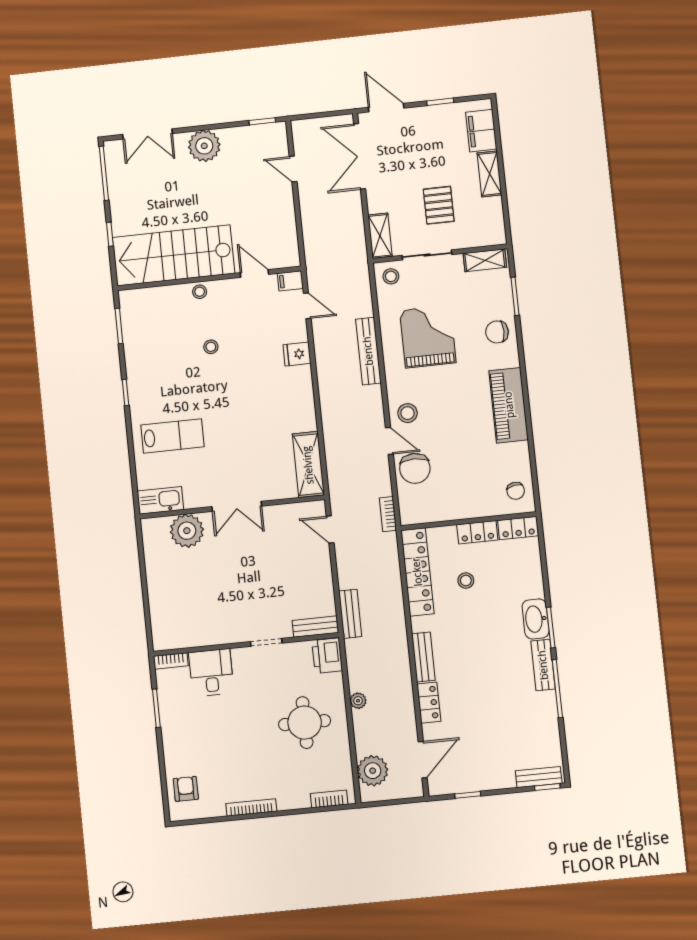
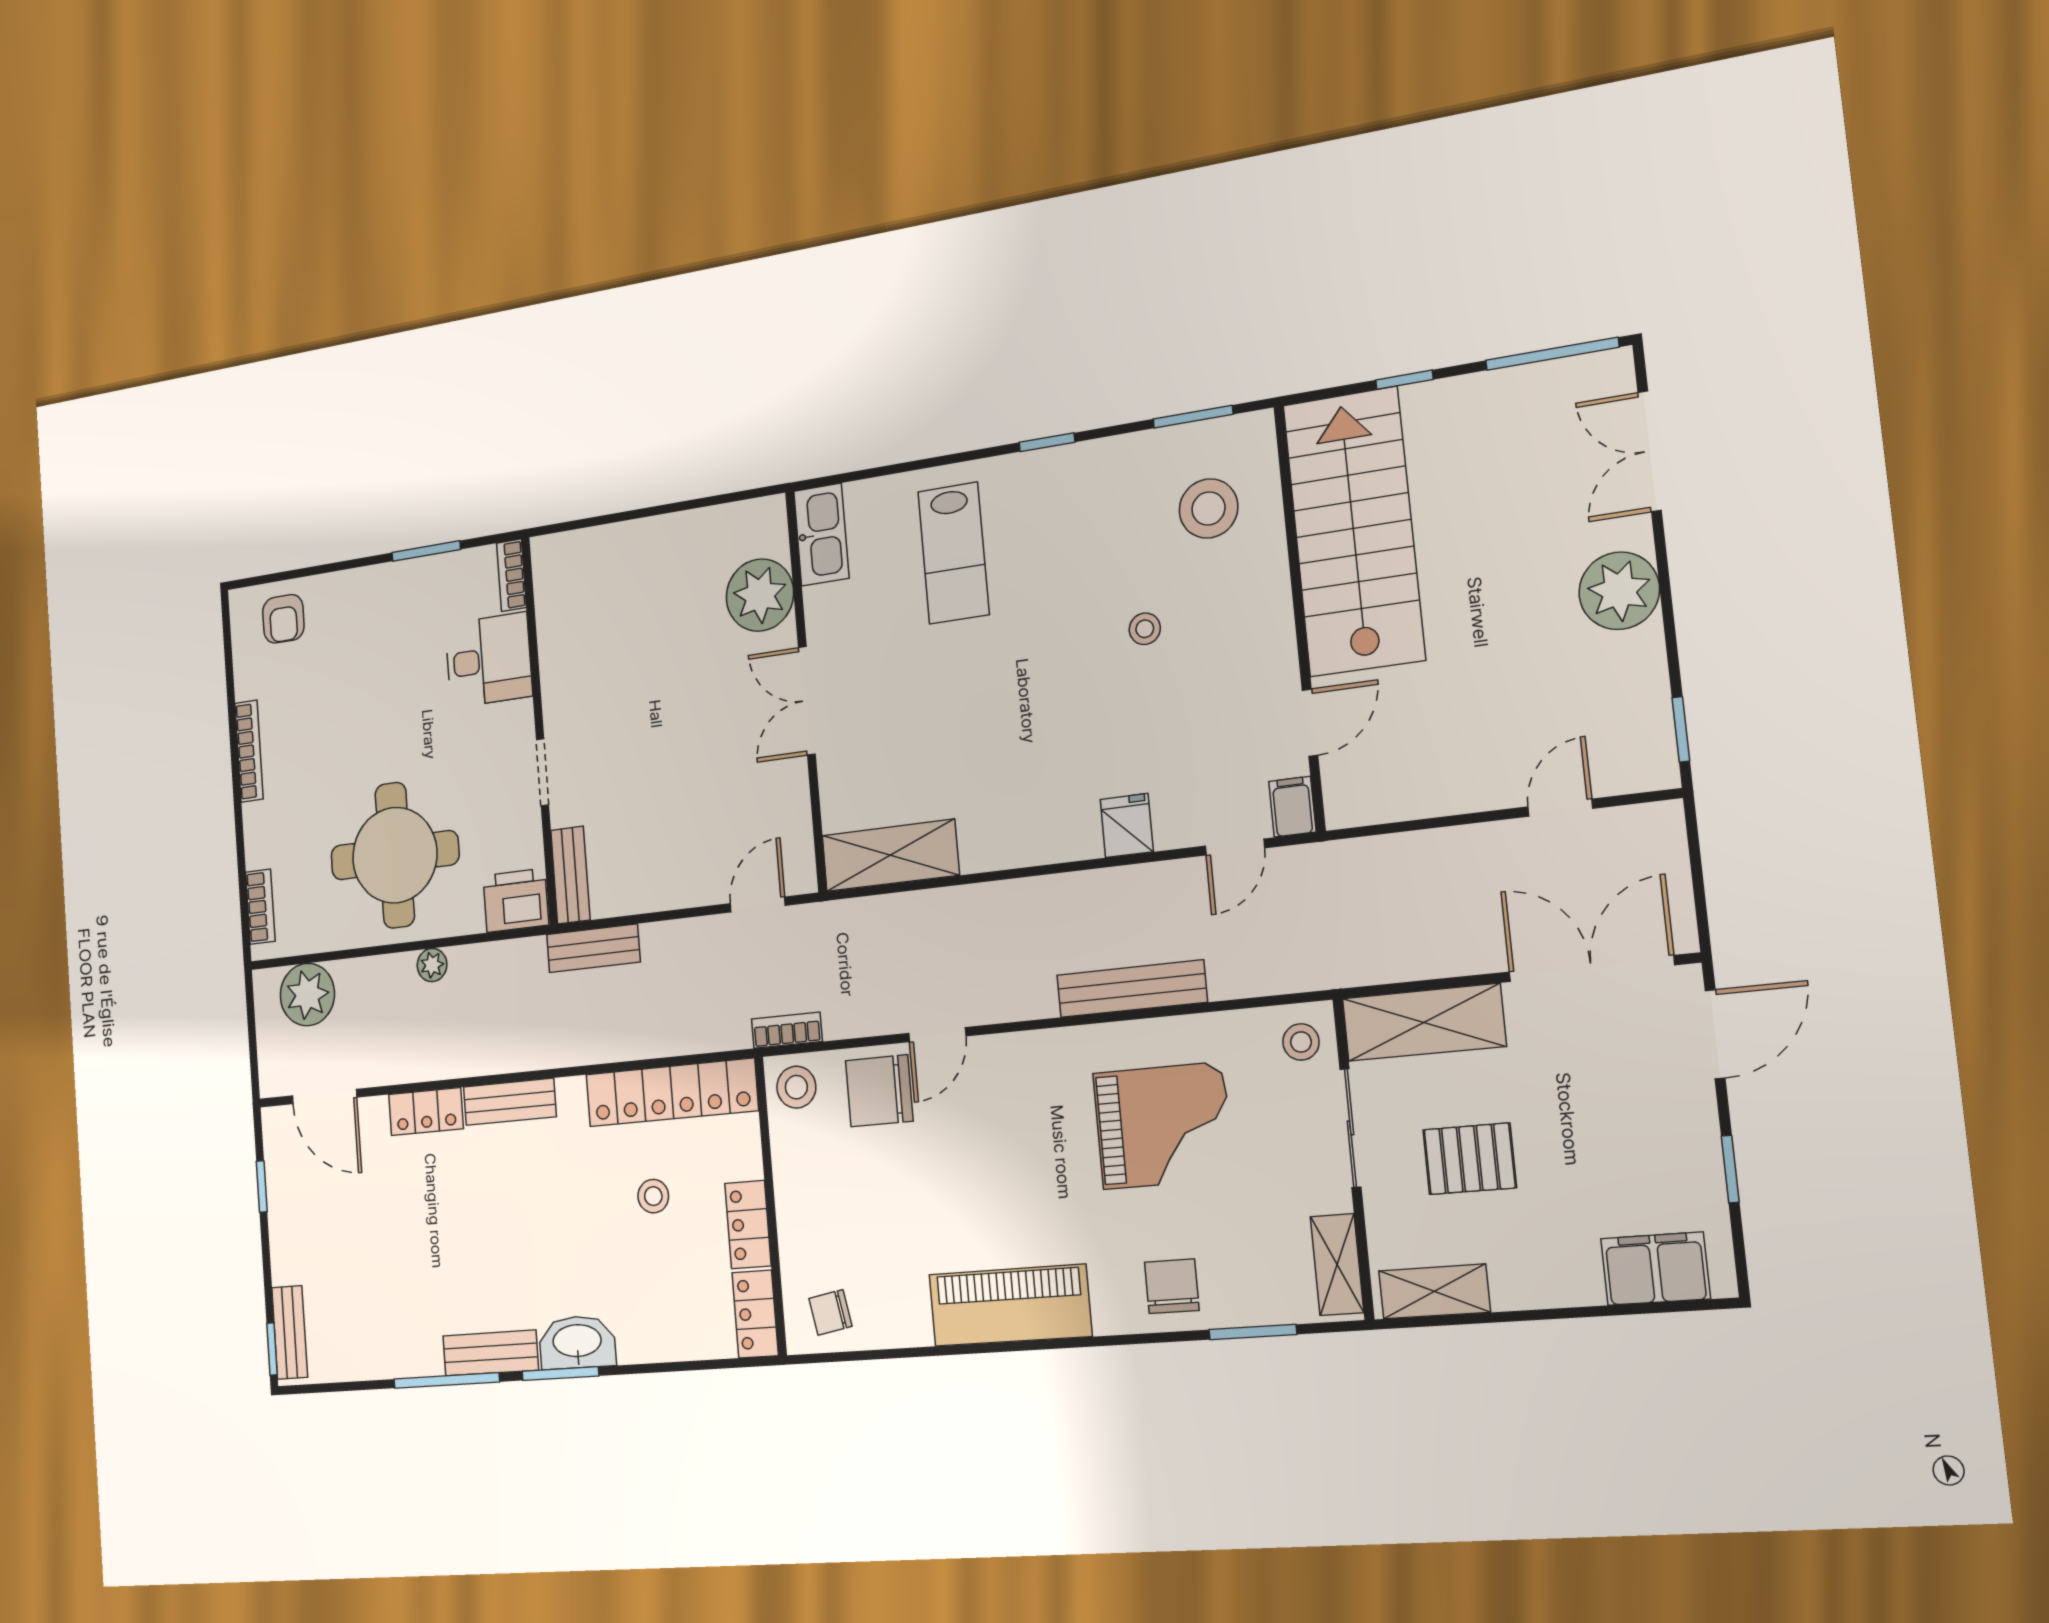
shelving: (489, 174) -> (1434, 1291), moved
shelving: (380, 236) -> (1424, 1022), width x1.50, depth x1.33
stool: (200, 292) -> (1209, 509), moved, width x1.89, depth x1.89
stool: (408, 413) -> (796, 1087), moved
round table: (305, 723) -> (395, 855), width x1.36, depth x1.36
armchair: (186, 789) -> (283, 619), turned 90

